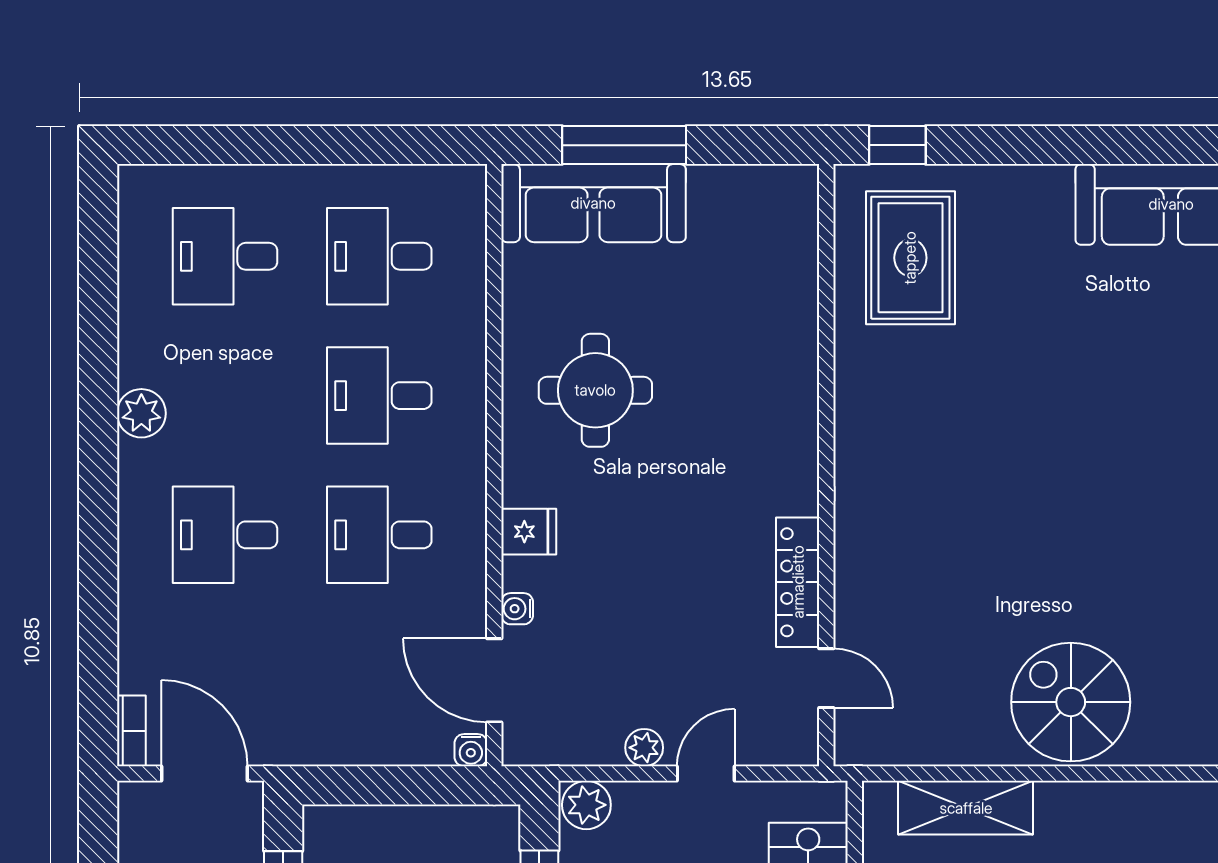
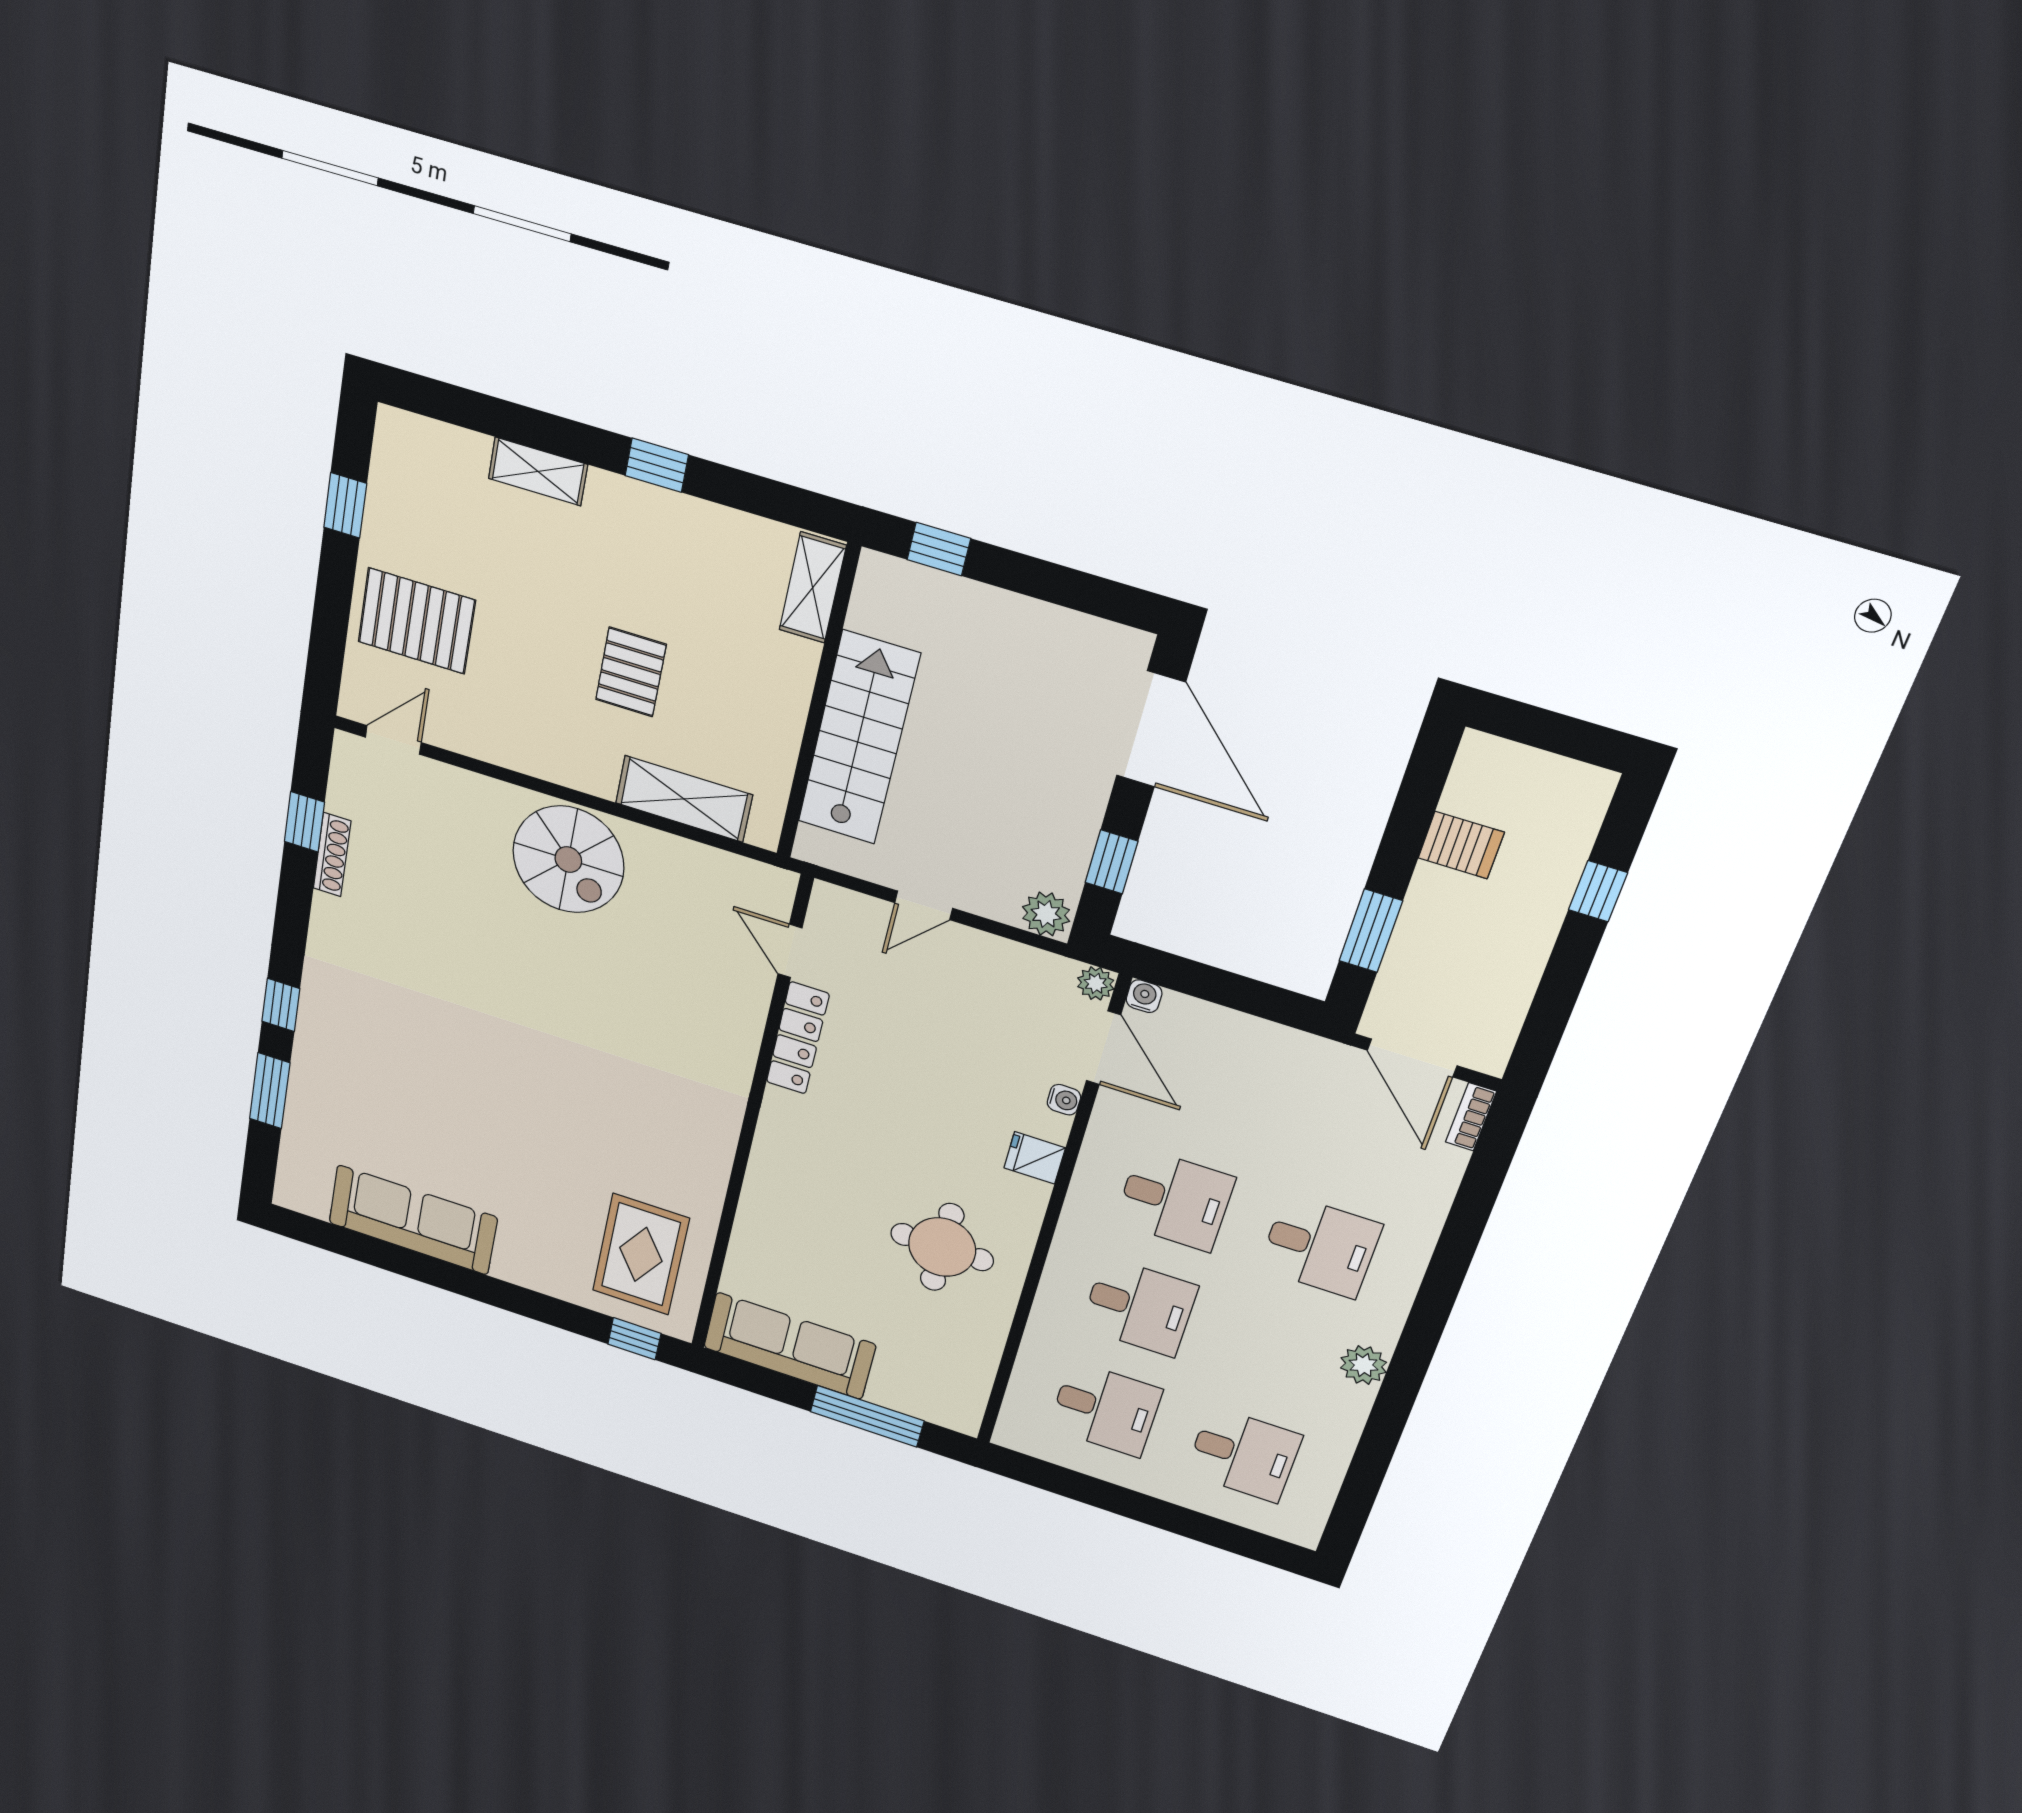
sofa: (593, 203) -> (789, 1346), moved
plant: (644, 748) -> (1096, 983), moved

